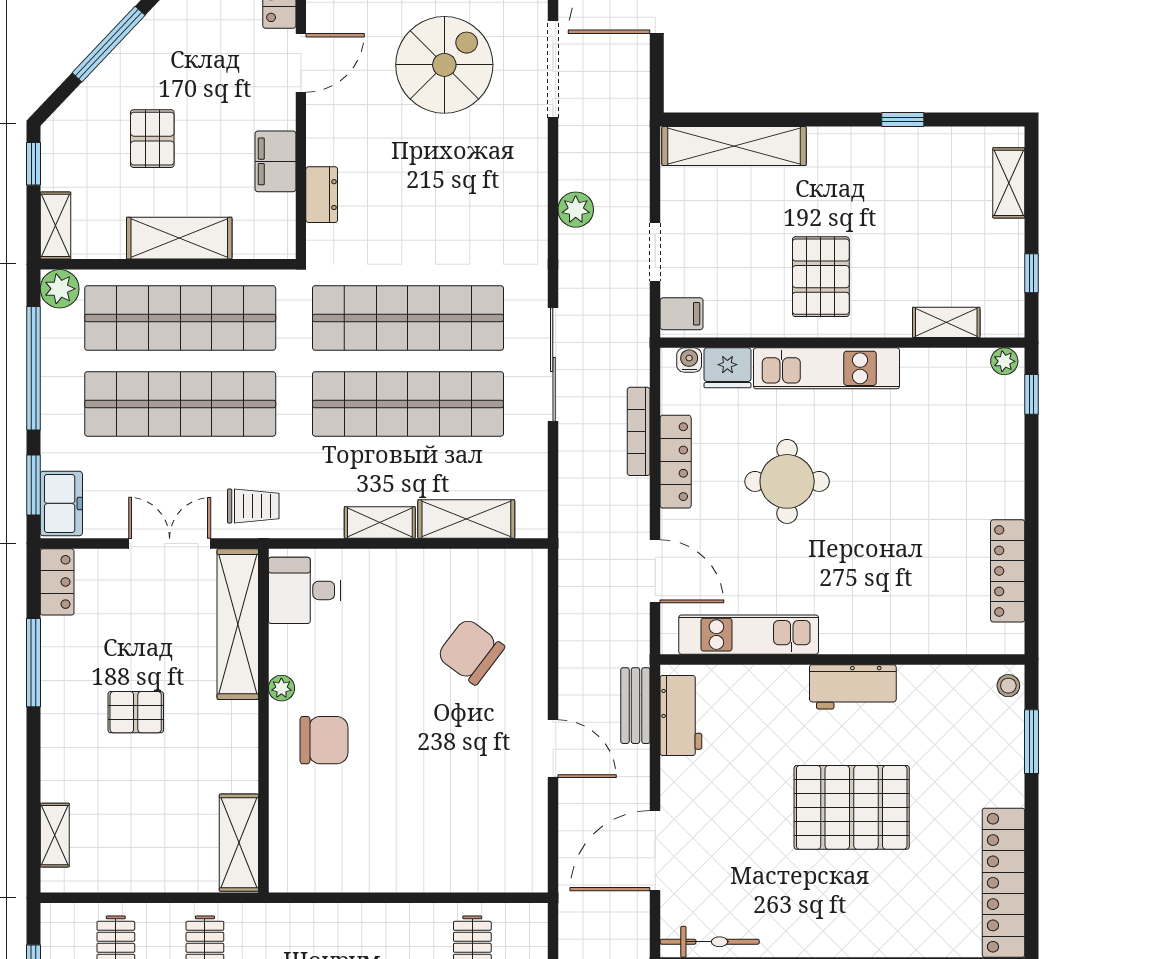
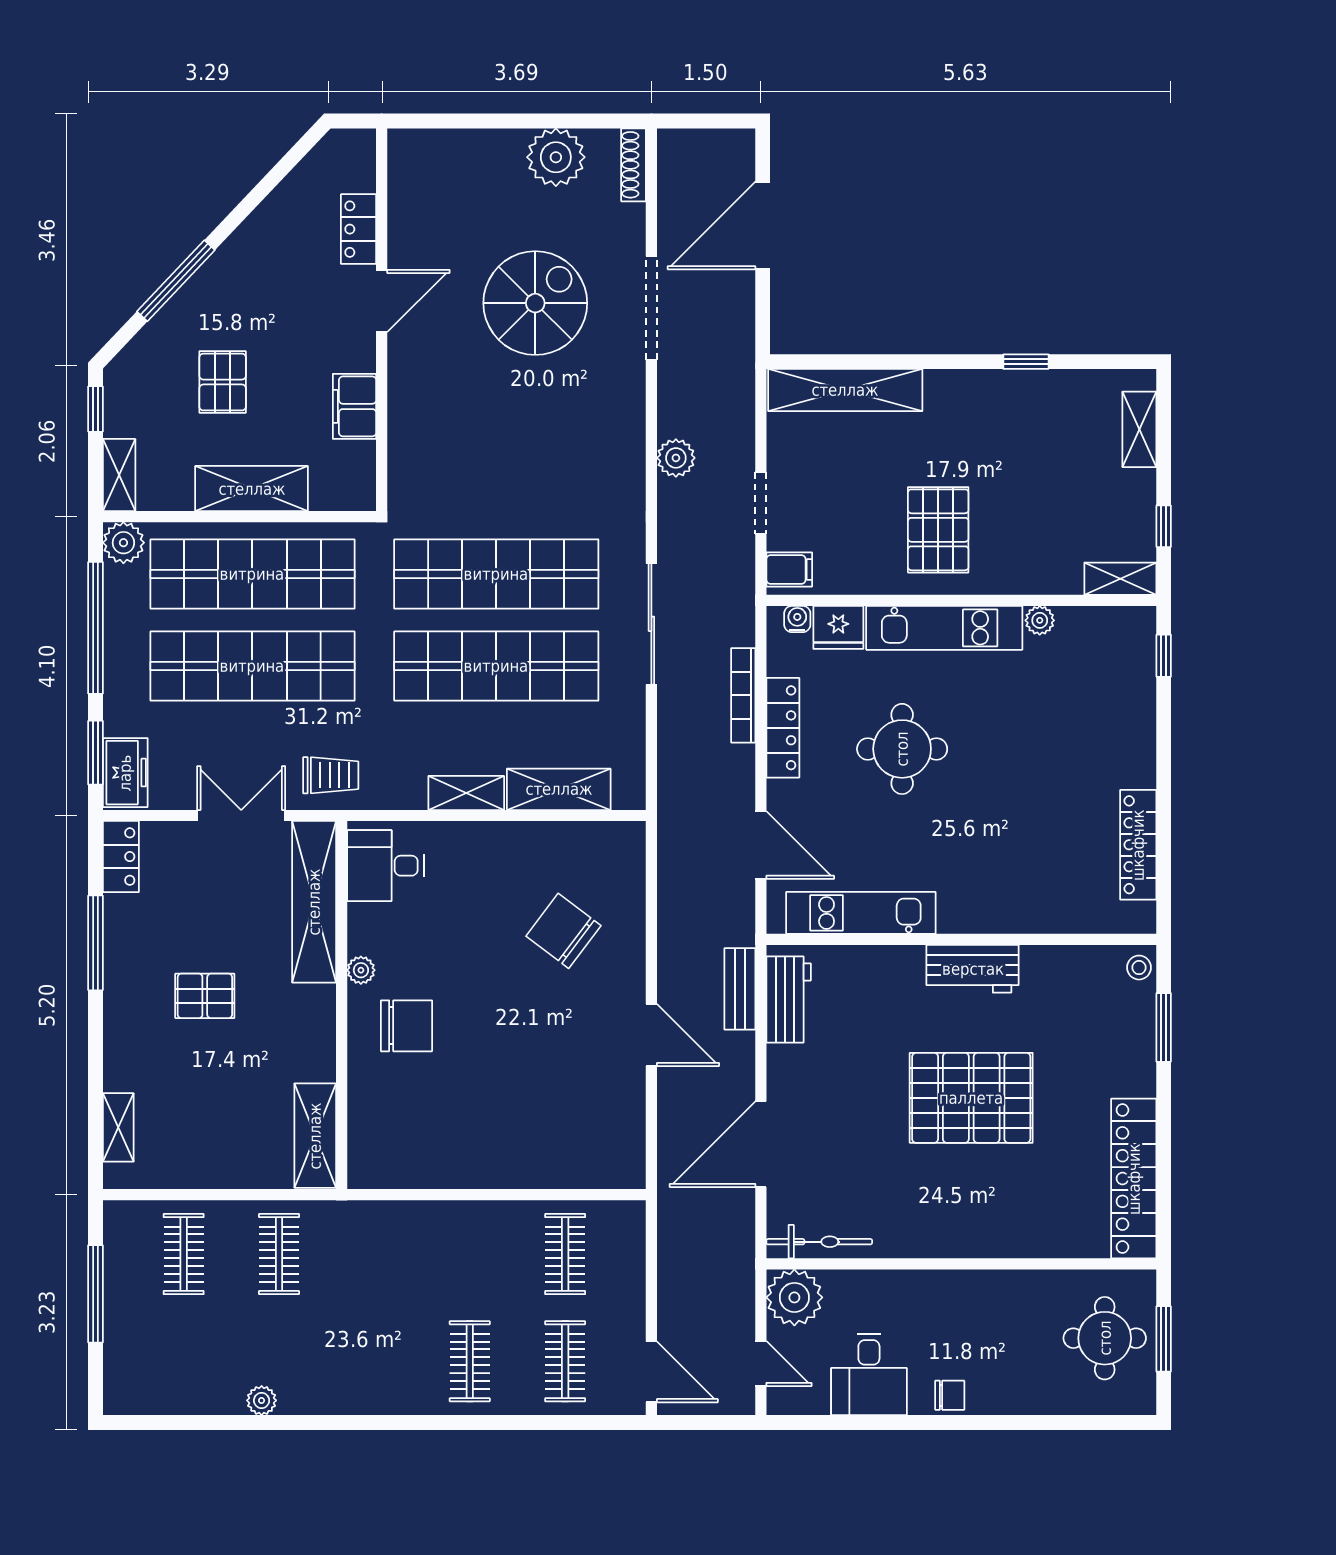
dresser: (322, 195) -> (404, 442), removed
shelving: (946, 322) -> (1120, 579), moved
plant: (1004, 361) -> (1040, 620), moved

